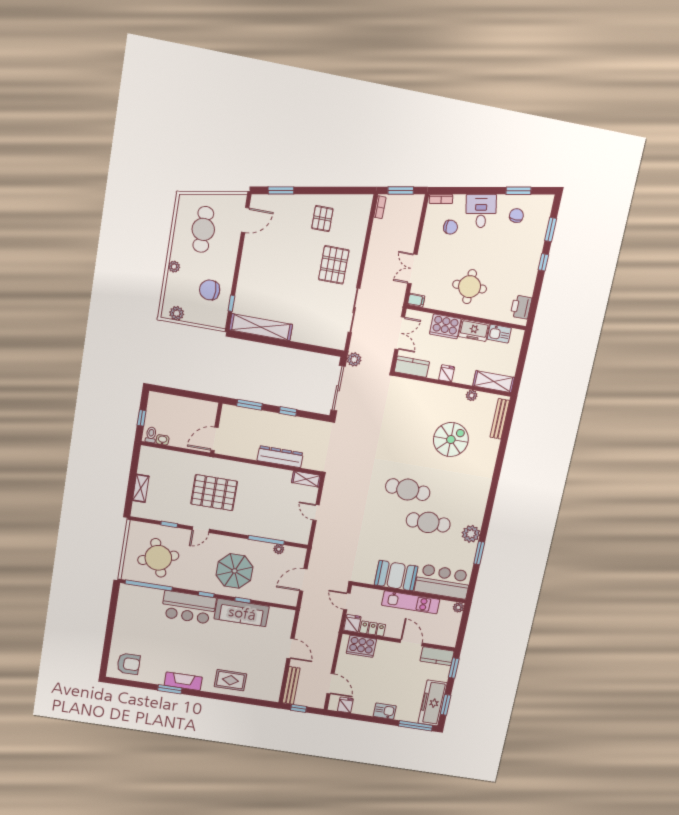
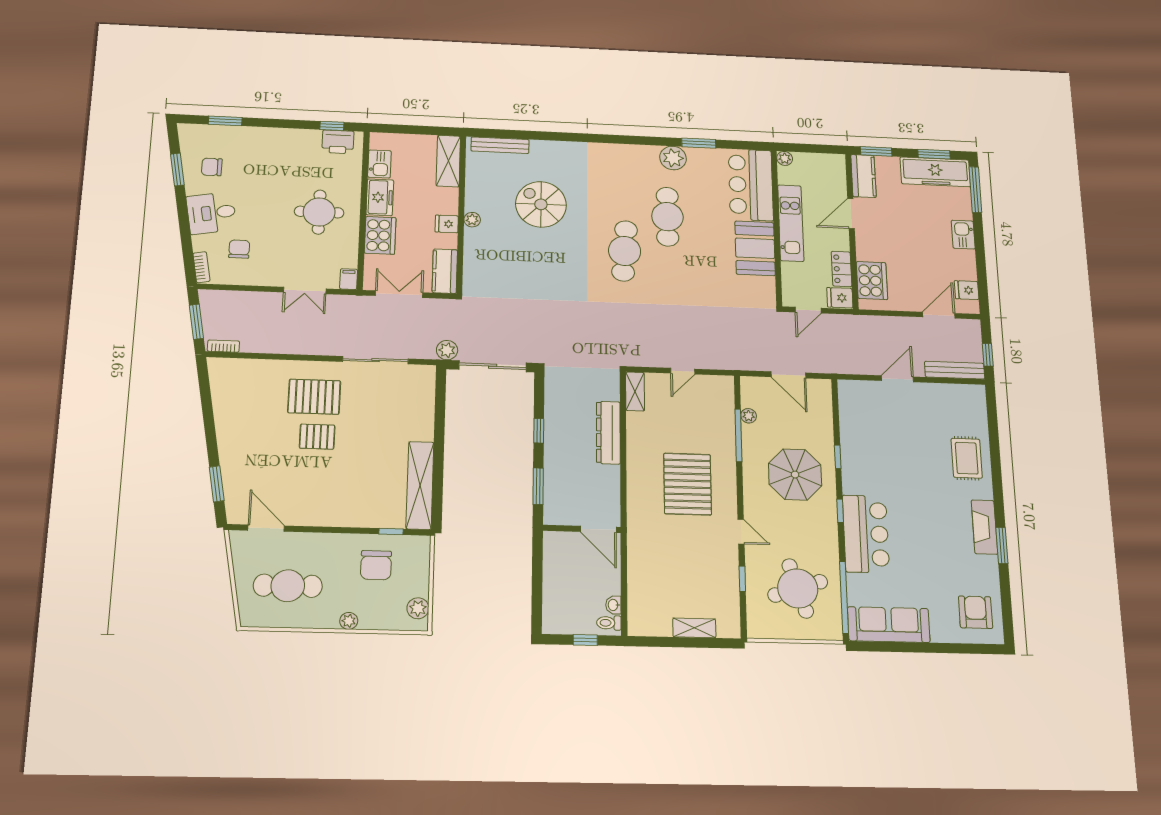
pallet: (322, 219) -> (317, 437), moved
window: (543, 262) -> (332, 126), moved
plant: (472, 395) -> (472, 220), moved
pallet: (214, 493) -> (688, 484), moved
sofa: (242, 613) -> (889, 625), moved, turned -90

